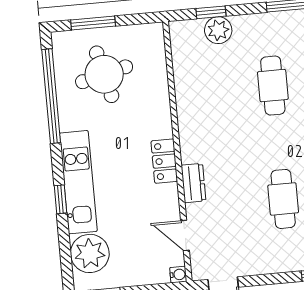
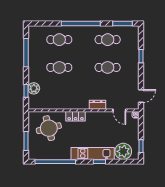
round table: (104, 74) -> (49, 128), moved
locker: (164, 161) -> (76, 116), moved
door: (185, 236) -> (119, 110), hinge flipped

